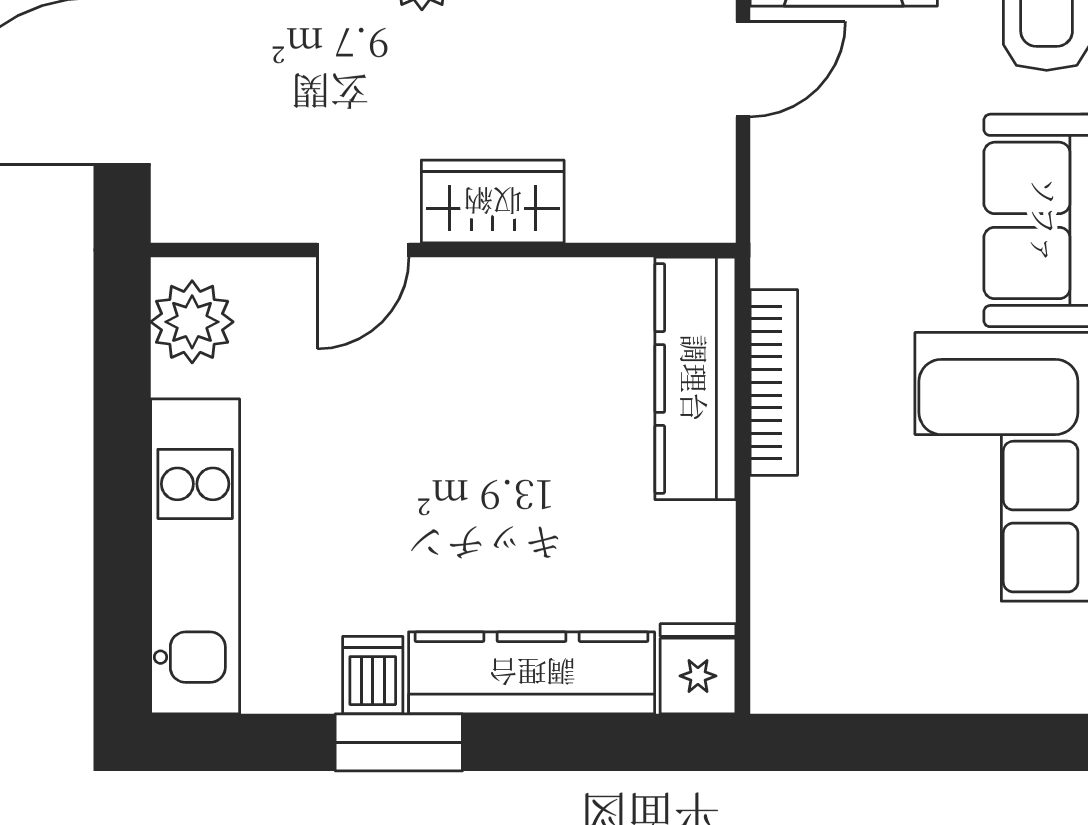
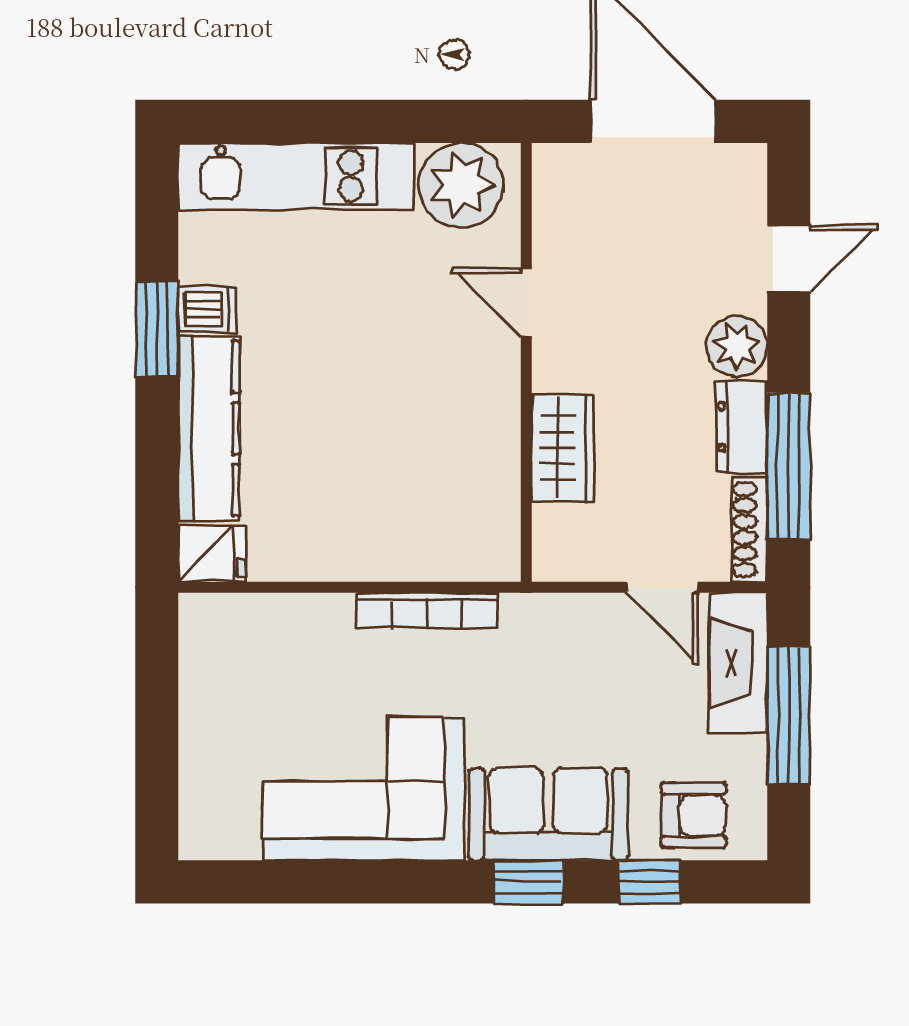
wardrobe: (493, 202) -> (563, 448), moved
plant: (192, 322) -> (461, 185), width x1.36, depth x1.36
kitchen counter: (695, 378) -> (430, 552), removed

